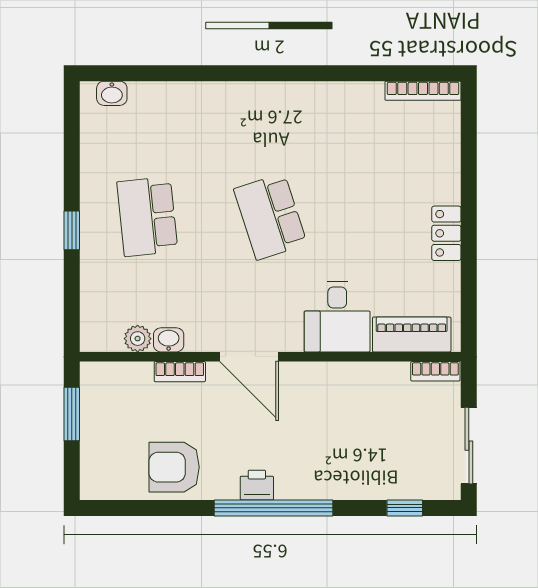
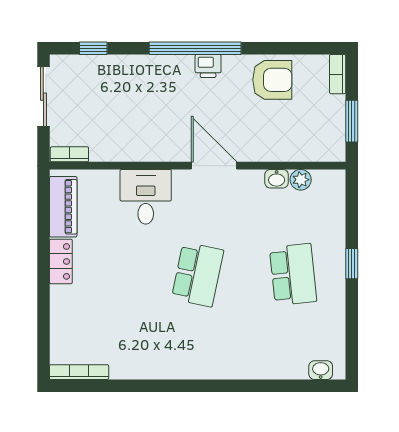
school desk: (270, 217) -> (198, 274), turned 30
piano: (412, 334) -> (63, 207), moved, turned -90
bookcase: (180, 372) -> (338, 74), moved, turned -90

